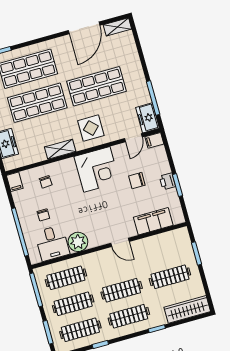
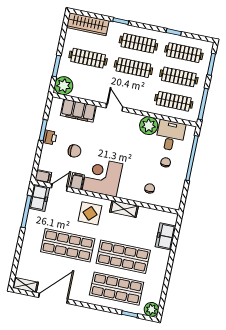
filing cabinet: (15, 182) -> (77, 181), moved
plant: (180, 238) -> (64, 86), added

